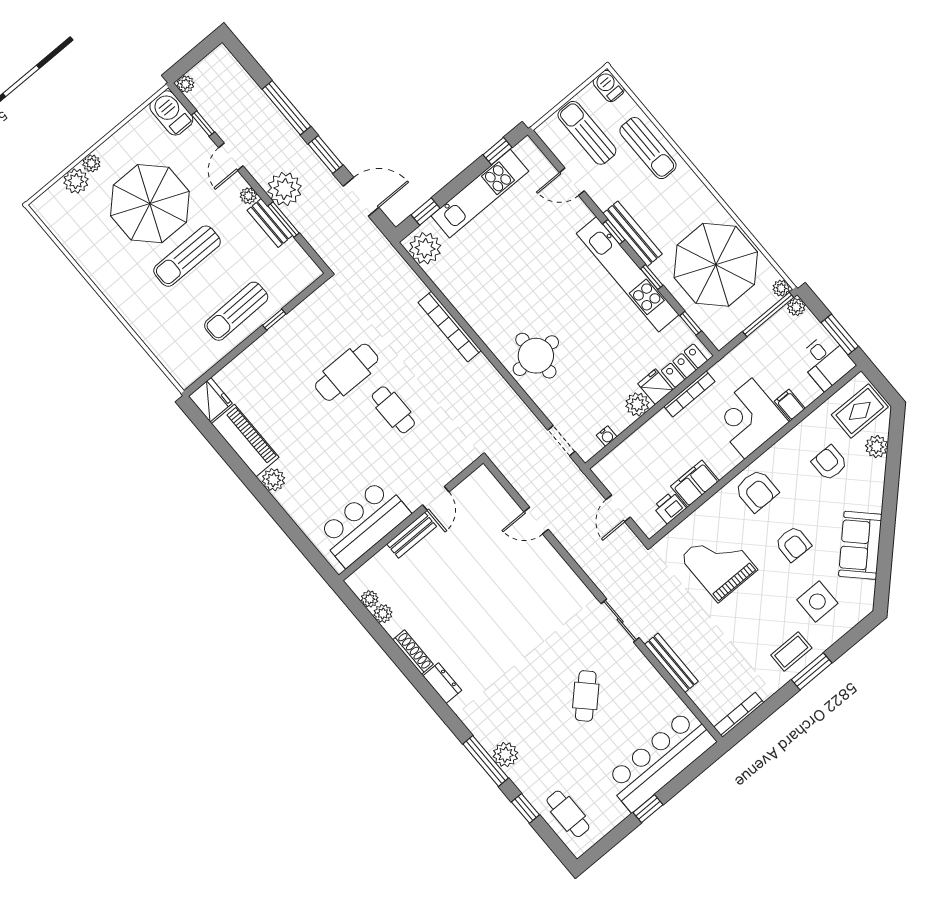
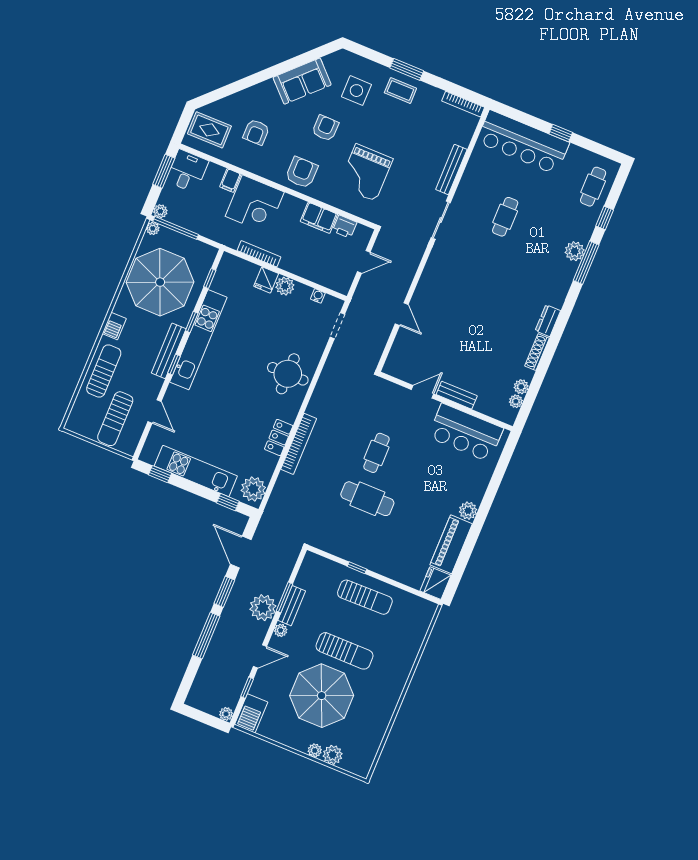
barbecue: (609, 86) -> (114, 326), moved
locker: (684, 366) -> (279, 437), moved, turned 90
plant: (877, 447) -> (228, 105), removed
cafe table: (586, 696) -> (505, 217), turned -45

